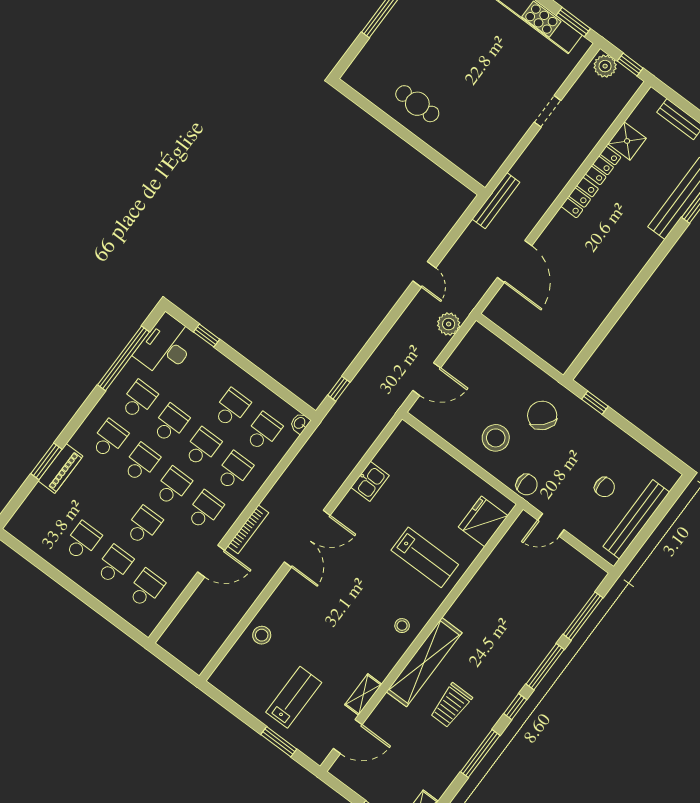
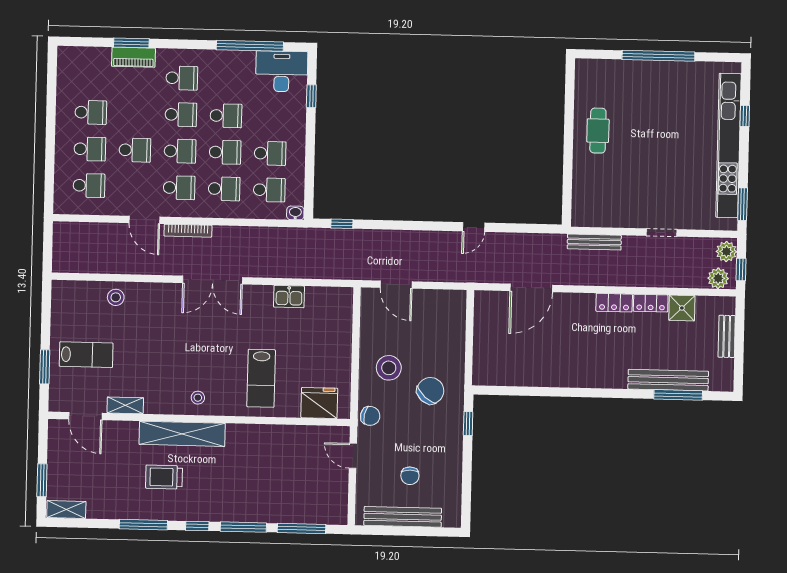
bench: (496, 201) -> (594, 242), moved
plant: (449, 324) -> (718, 278), moved
school desk: (139, 400) -> (227, 79), removed
chair: (527, 485) -> (370, 416), turned -79

